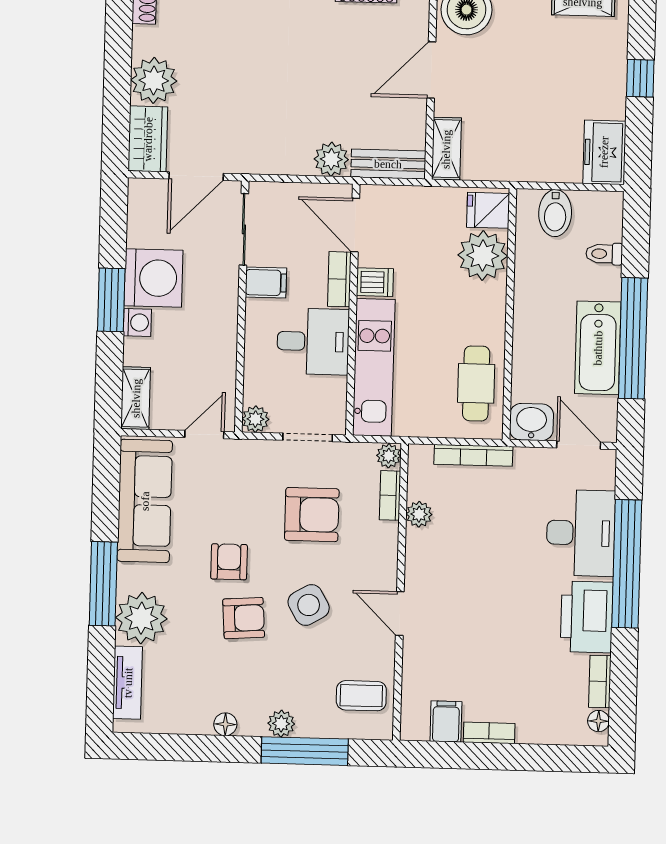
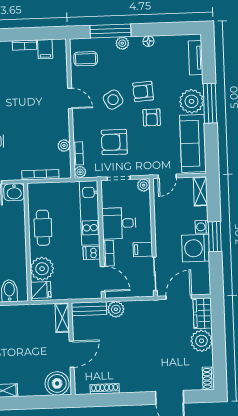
cafe table: (476, 383) -> (43, 228), moved
plant: (141, 618) -> (192, 101), moved

